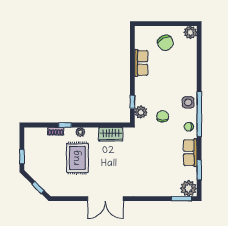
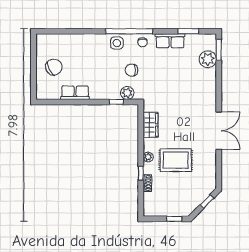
plant: (190, 32) -> (43, 41), removed
plant: (189, 188) -> (208, 59), moved

